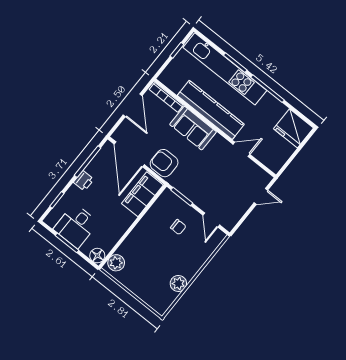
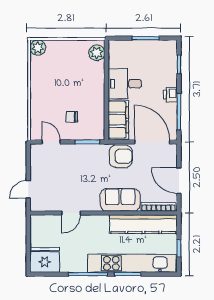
kitchen counter: (211, 110) -> (143, 224), moved
desk: (76, 226) -> (125, 84), moved, turned -90
floor lamp: (97, 256) -> (115, 47), removed
plant: (178, 284) -> (38, 48), moved

